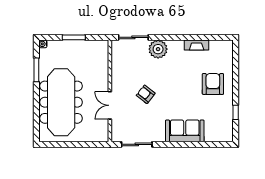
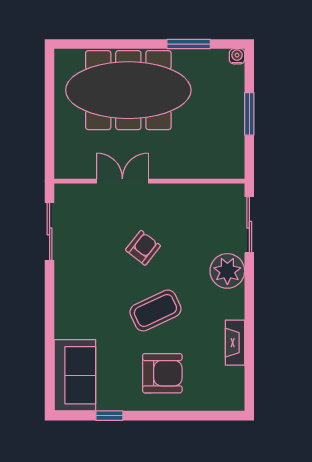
coffee table: (179, 88) -> (155, 310), added
sofa: (185, 131) -> (75, 375), moved

